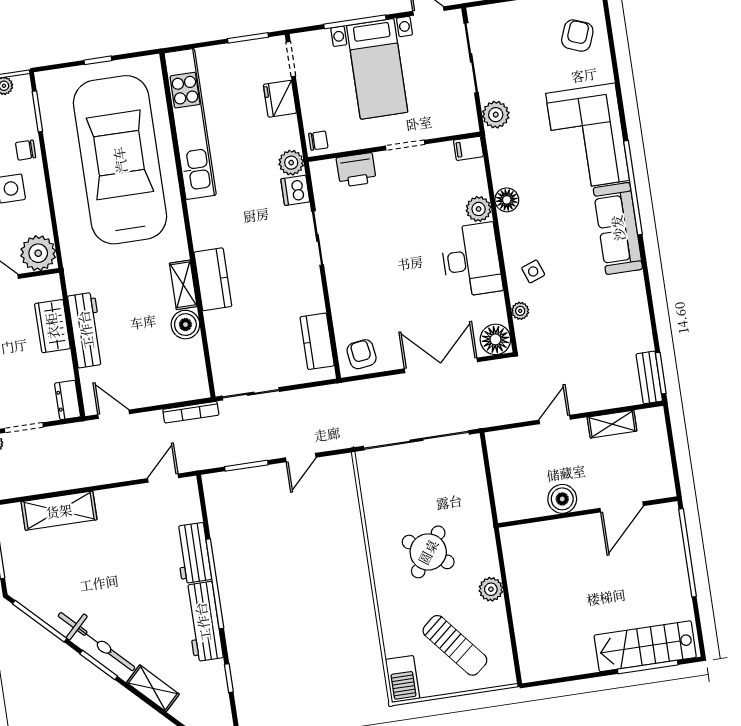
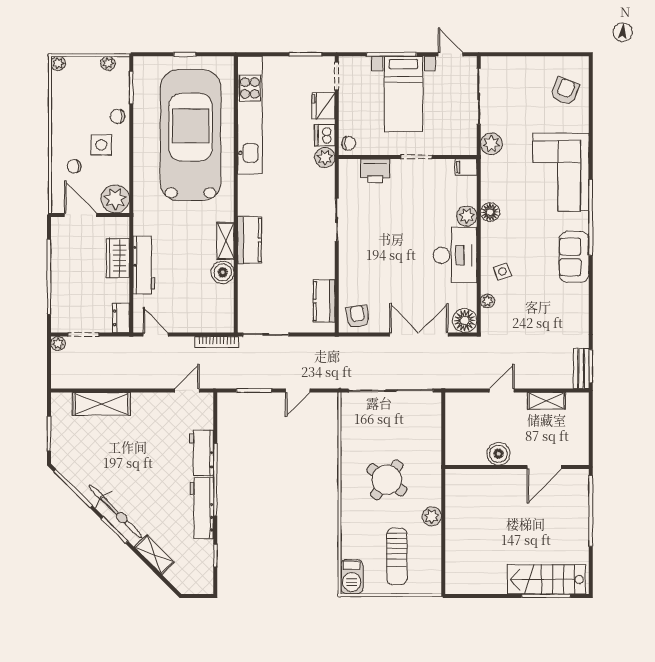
dishwasher: (295, 190) -> (325, 135), moved
sofa: (618, 228) -> (574, 257), width x0.73
sun lounger: (455, 645) -> (397, 556), turned 40

